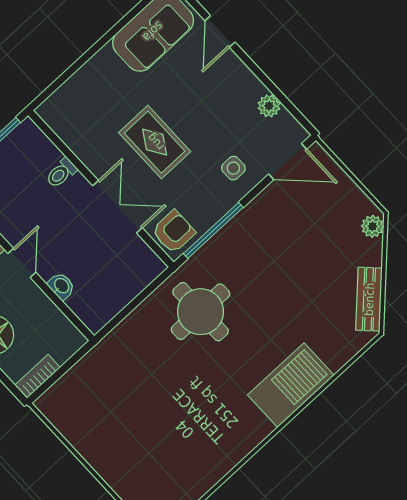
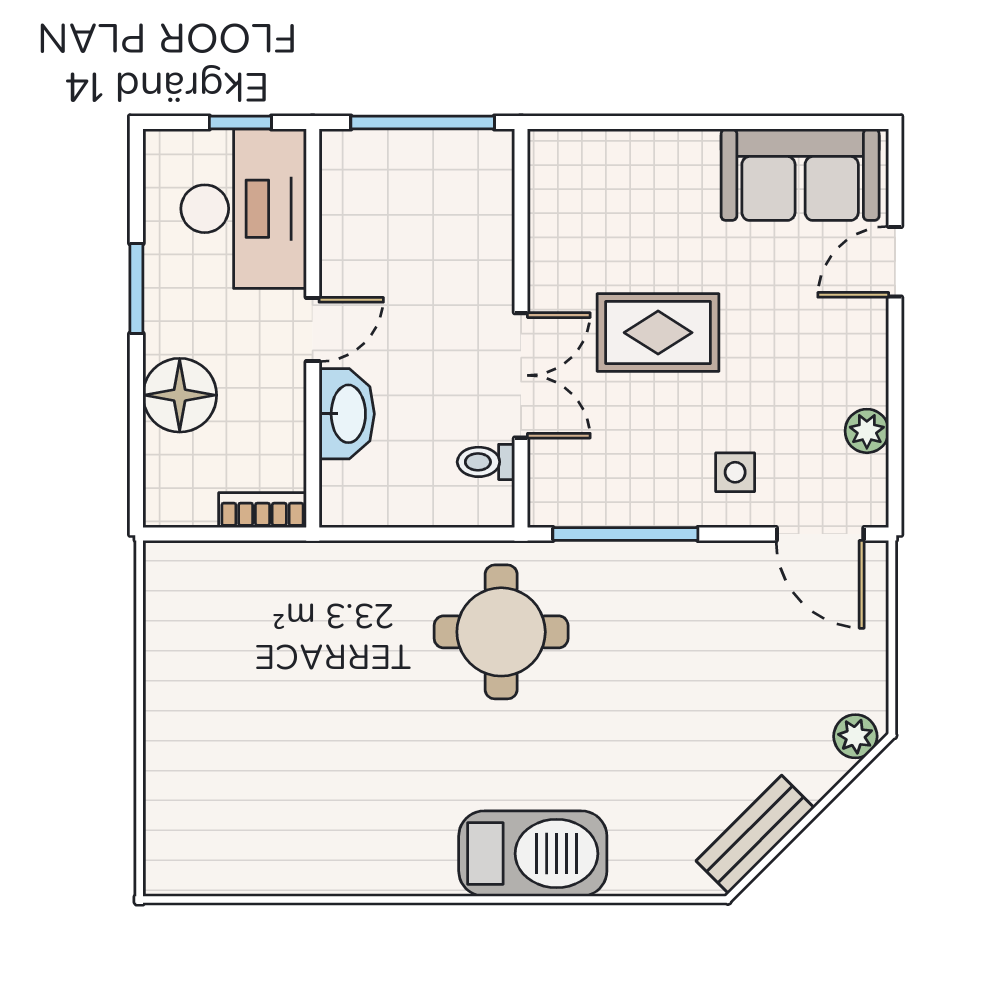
rug: (155, 142) -> (658, 333), turned 90
toilet: (61, 173) -> (486, 462), moved
armchair: (174, 232) -> (568, 484), removed
washbasin: (61, 286) -> (347, 414), width x1.91, depth x1.45
bookcase: (38, 376) -> (262, 510), moved

